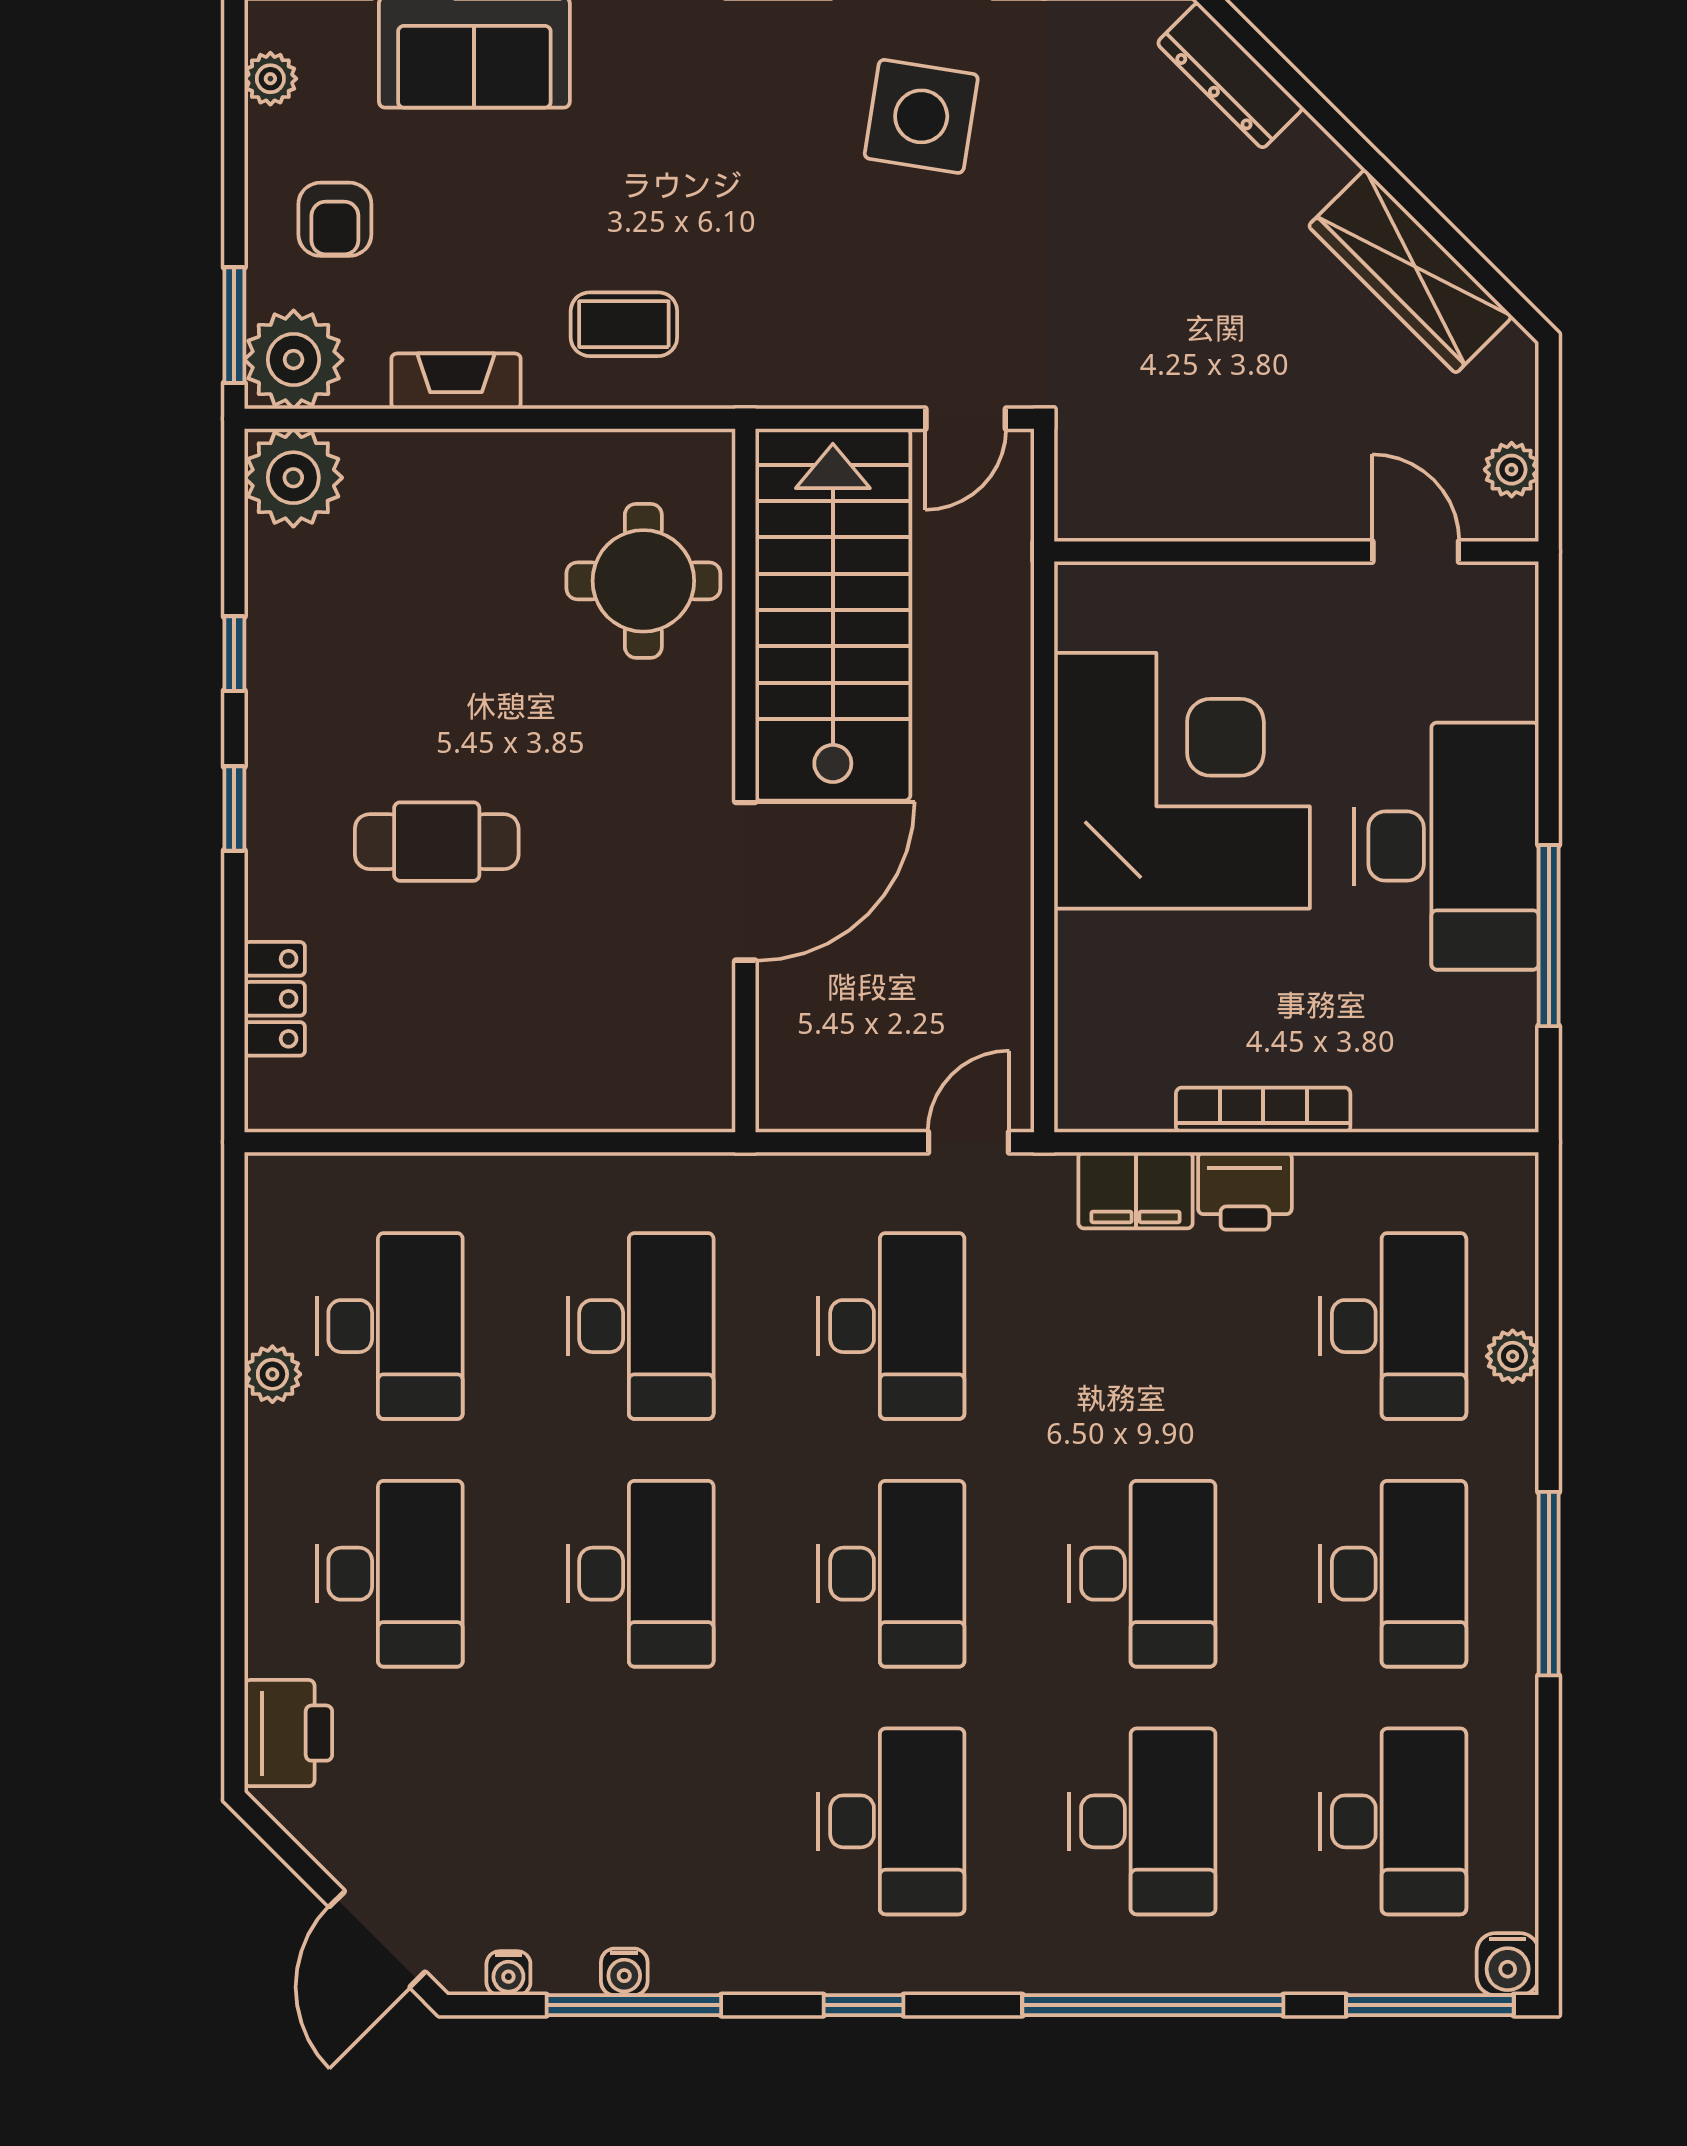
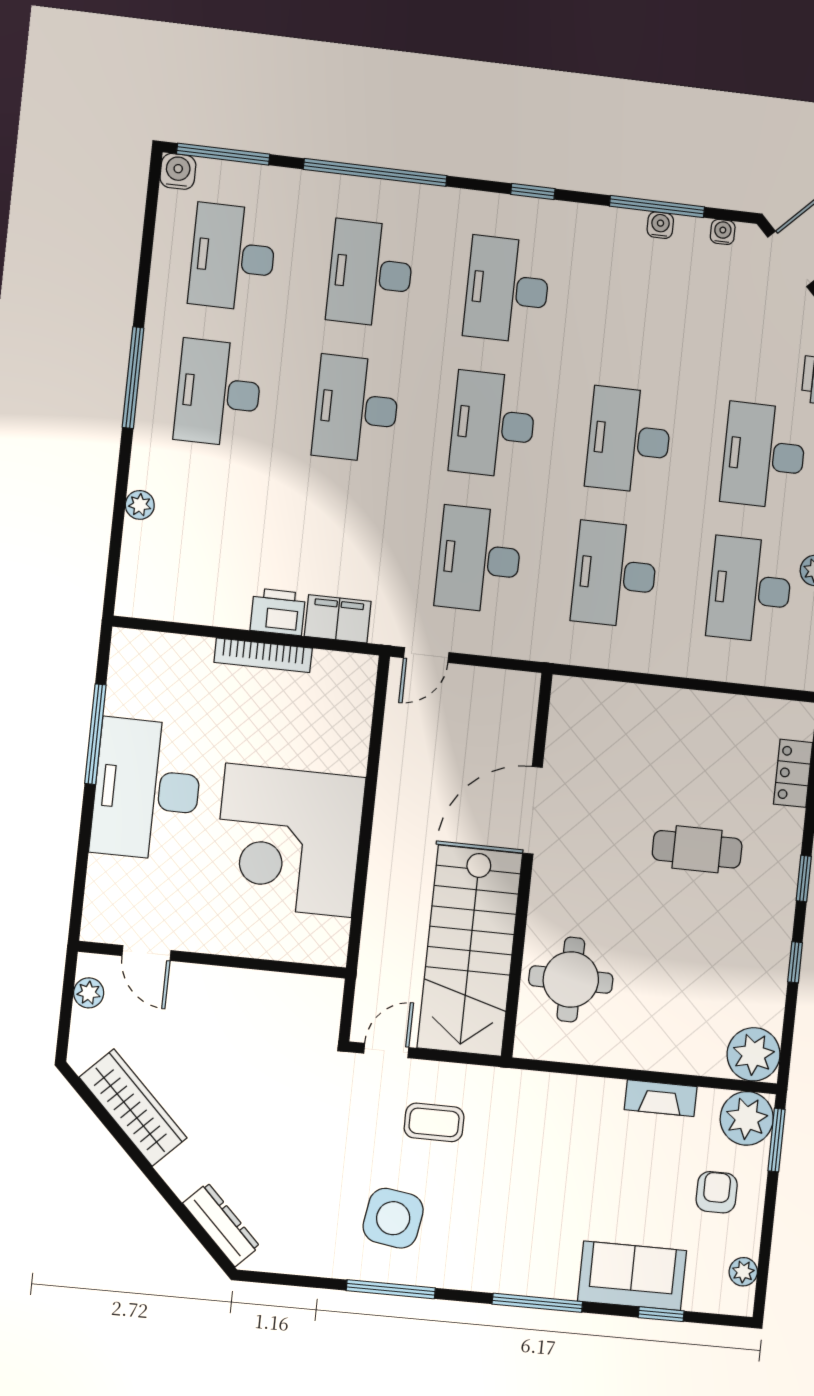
coffee table: (624, 324) -> (434, 1122), moved
desk: (1393, 1326) -> (204, 529), removed

